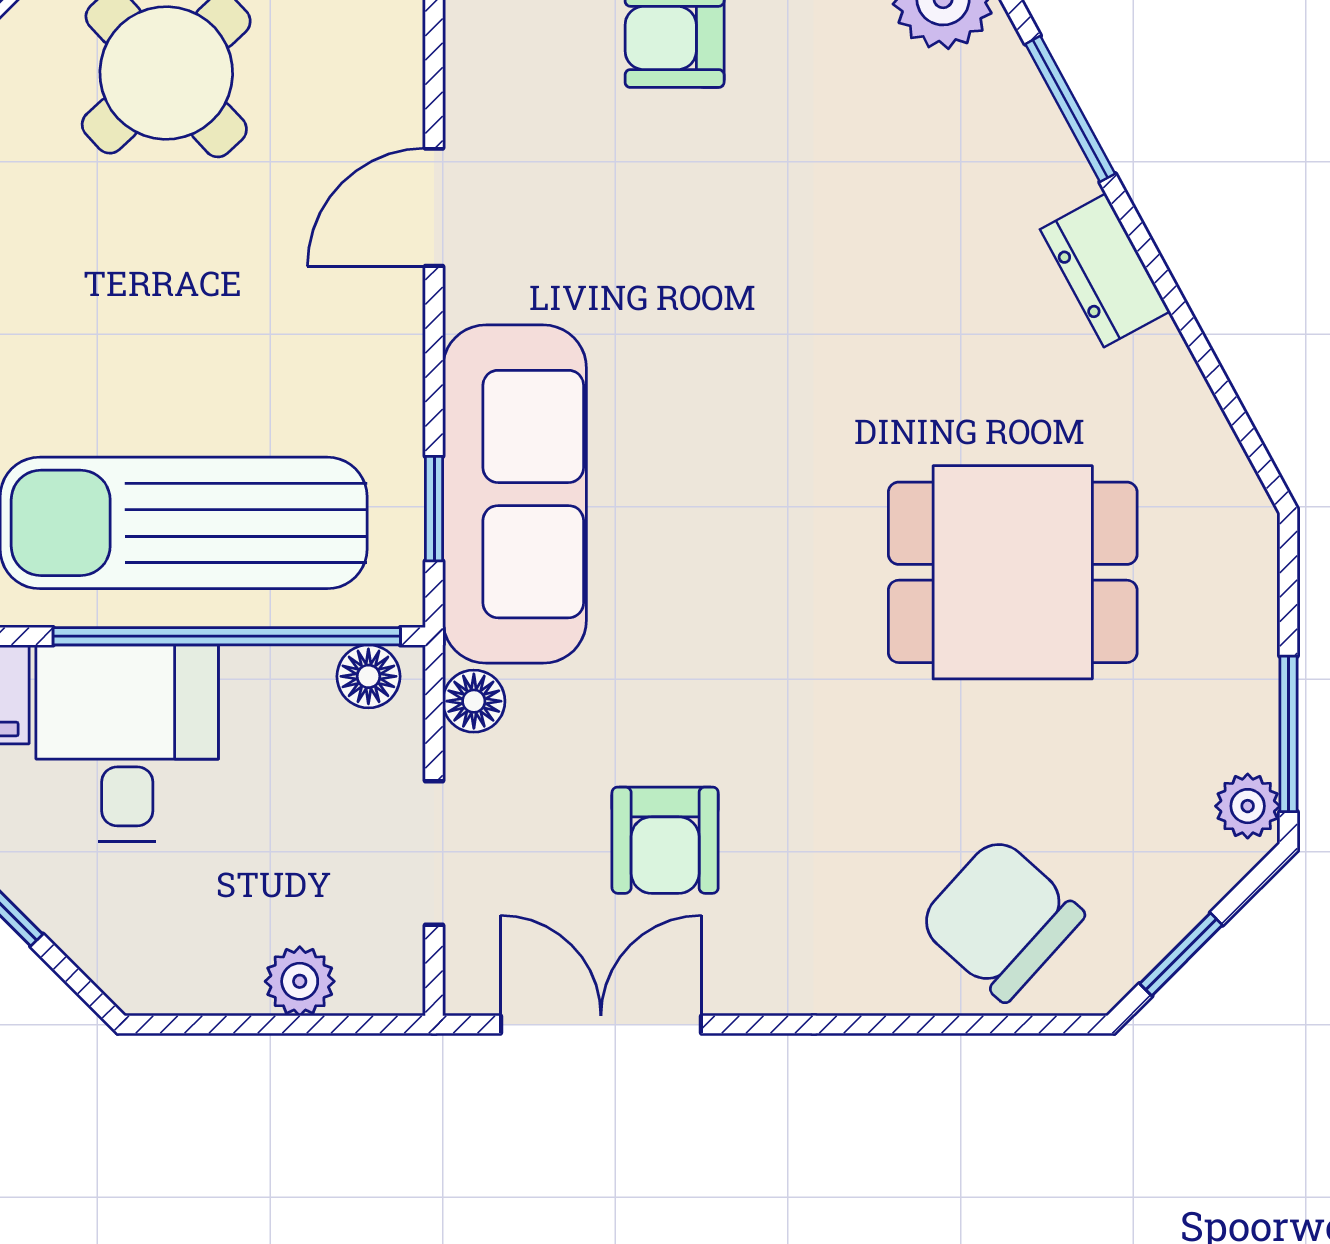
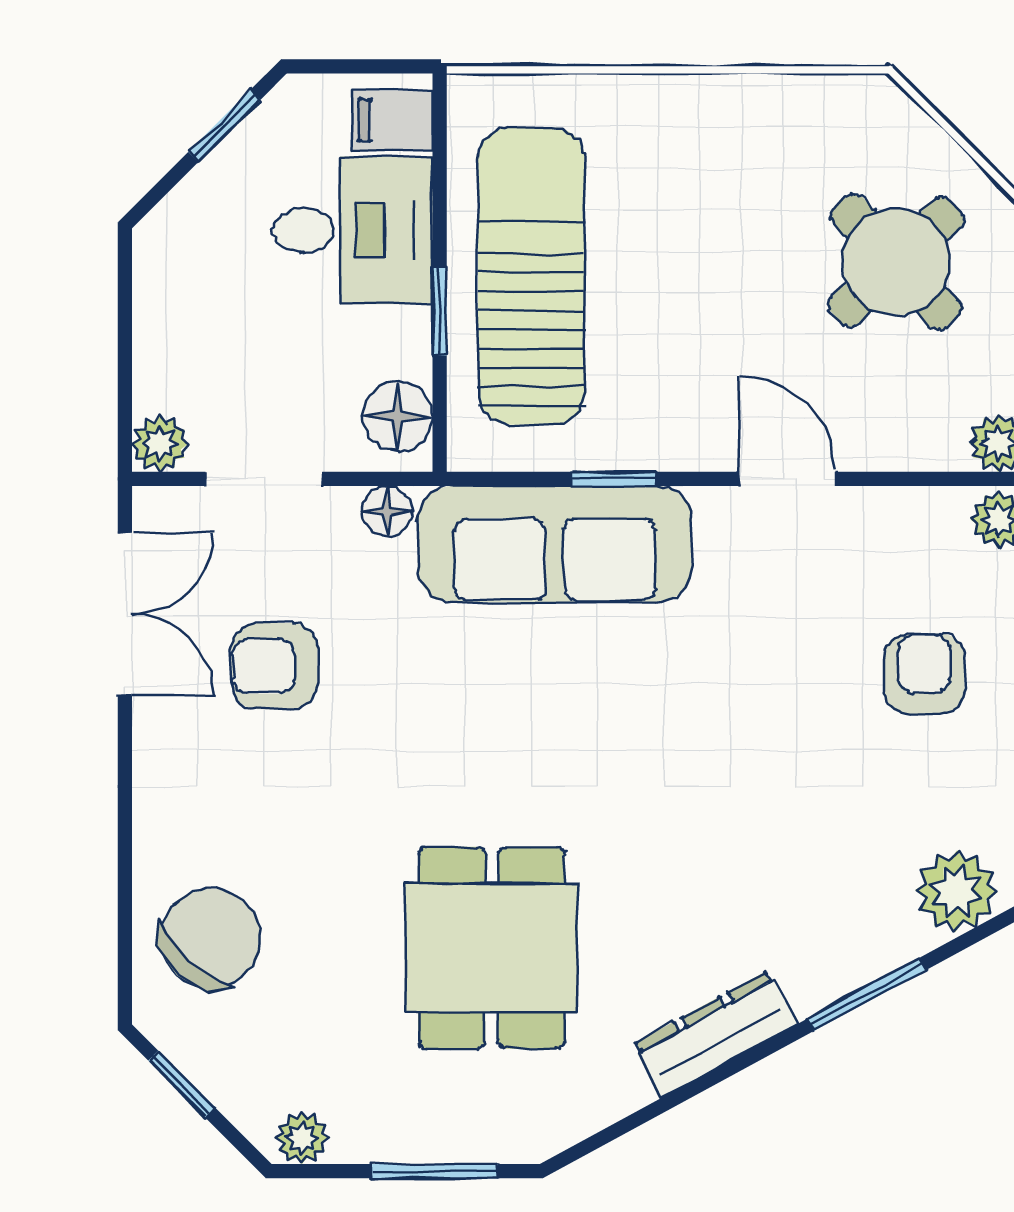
dresser: (1105, 270) -> (715, 1034), width x1.44
window: (434, 509) -> (613, 479), moved
window: (227, 636) -> (440, 311), width x0.32
floor lamp: (368, 676) -> (398, 416), width x1.37, depth x1.37
window: (1289, 734) -> (435, 1171), moved
plant: (300, 981) -> (160, 444), moved

